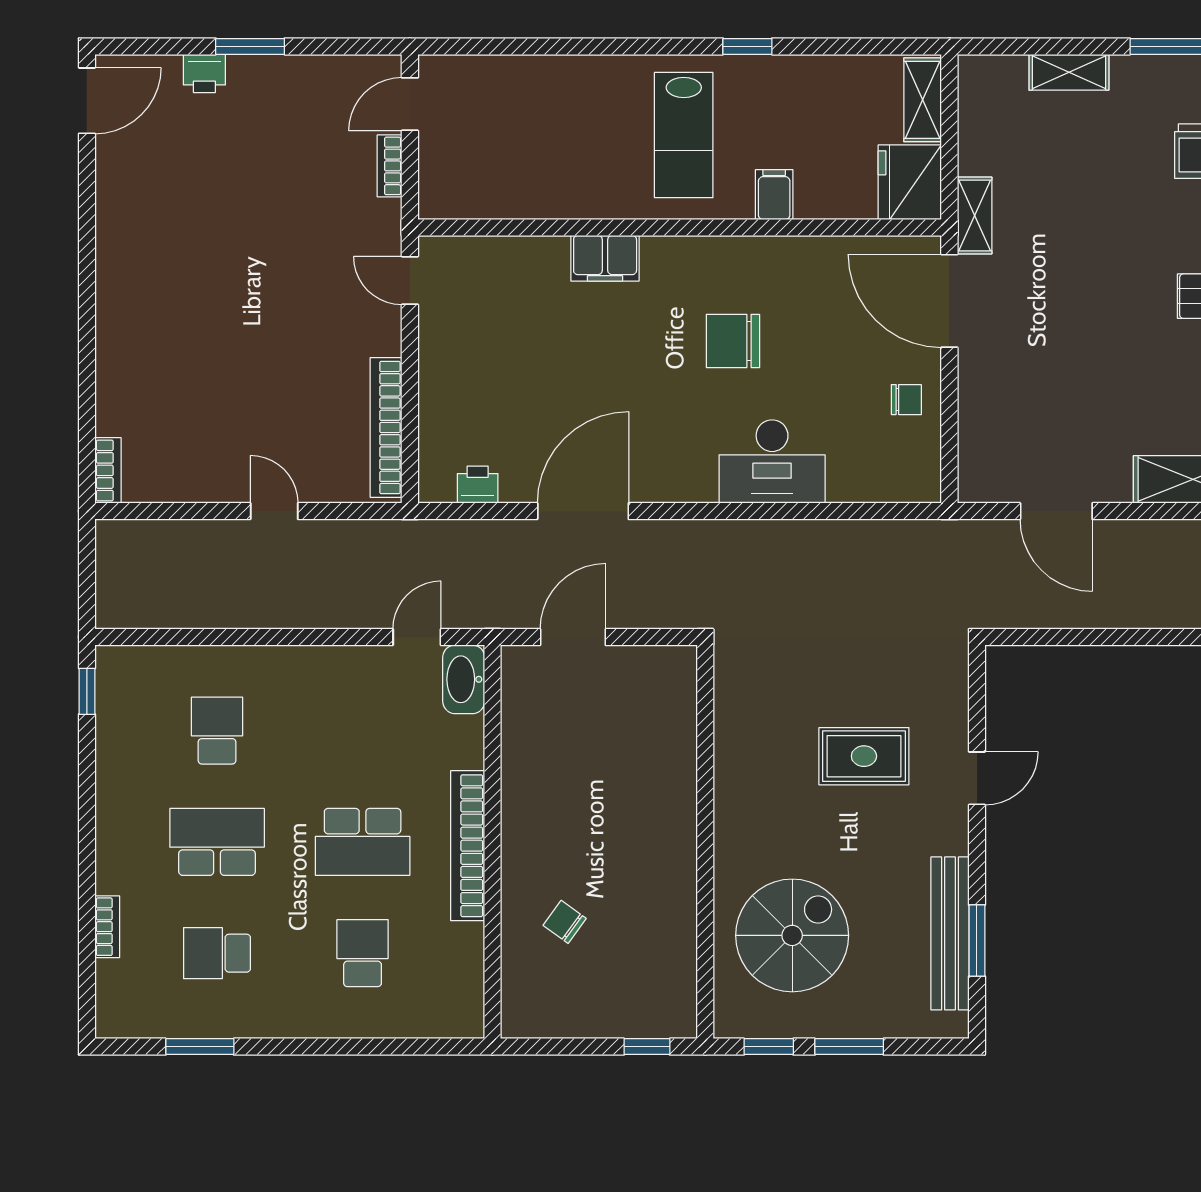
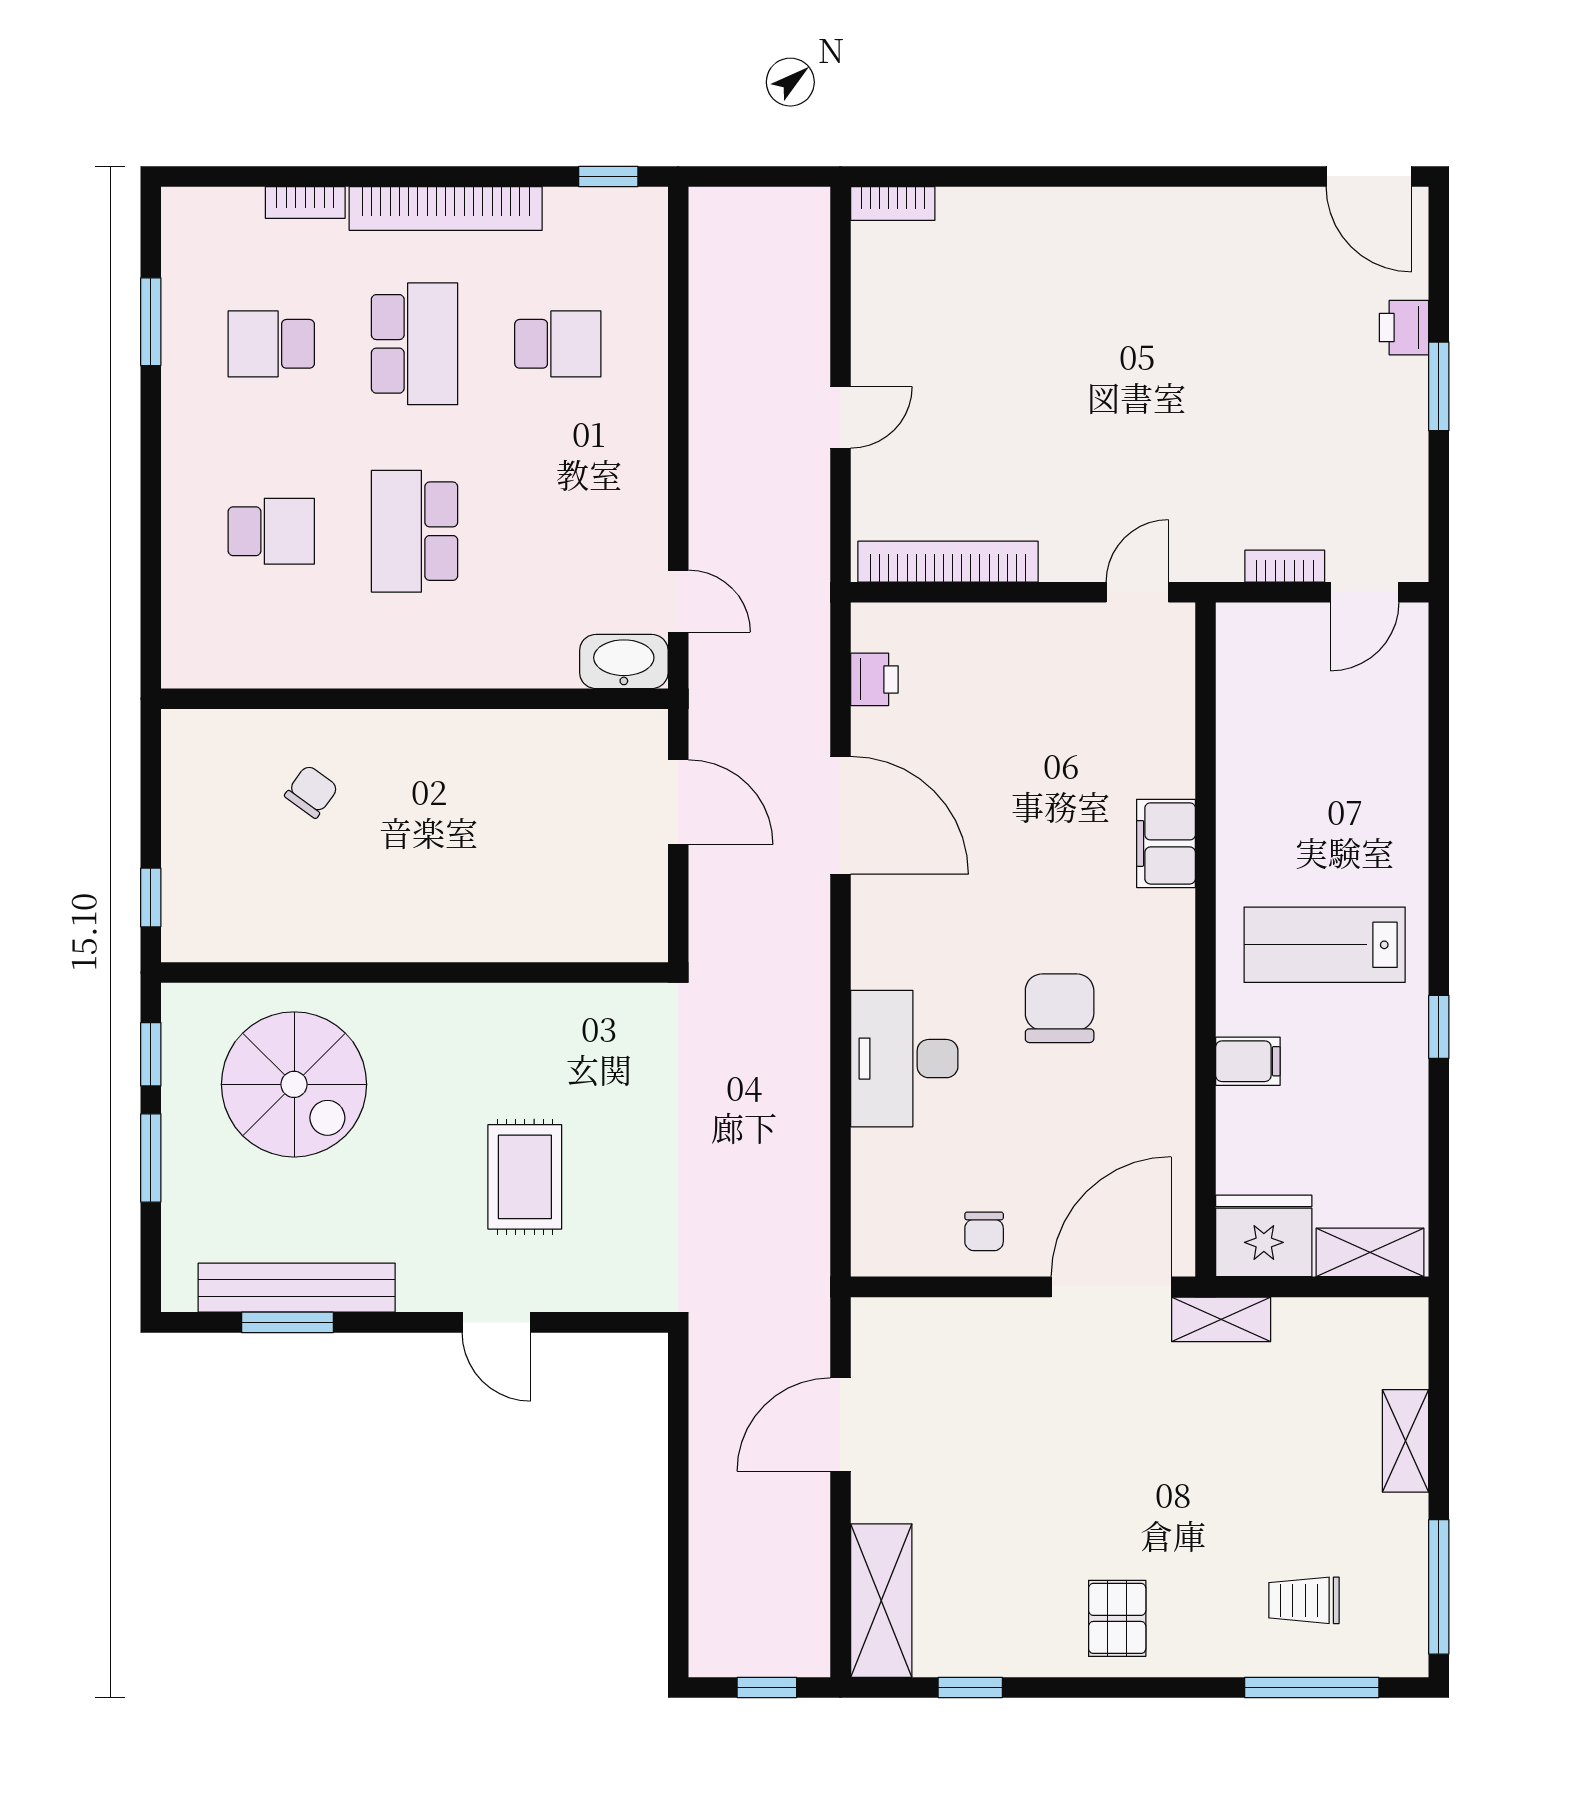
door: (410, 104) -> (1365, 592), swing flipped
bookcase: (468, 846) -> (446, 208), moved, turned 180
school desk: (217, 953) -> (271, 344), turned -90

